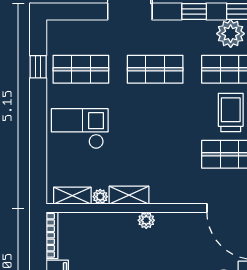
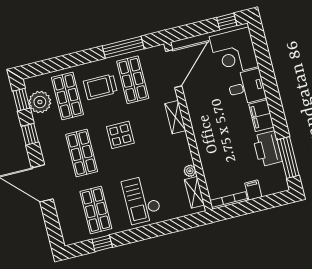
display table: (166, 122) -> (120, 135), added
shelving: (129, 195) -> (175, 117), moved
plant: (146, 220) -> (199, 131), removed

